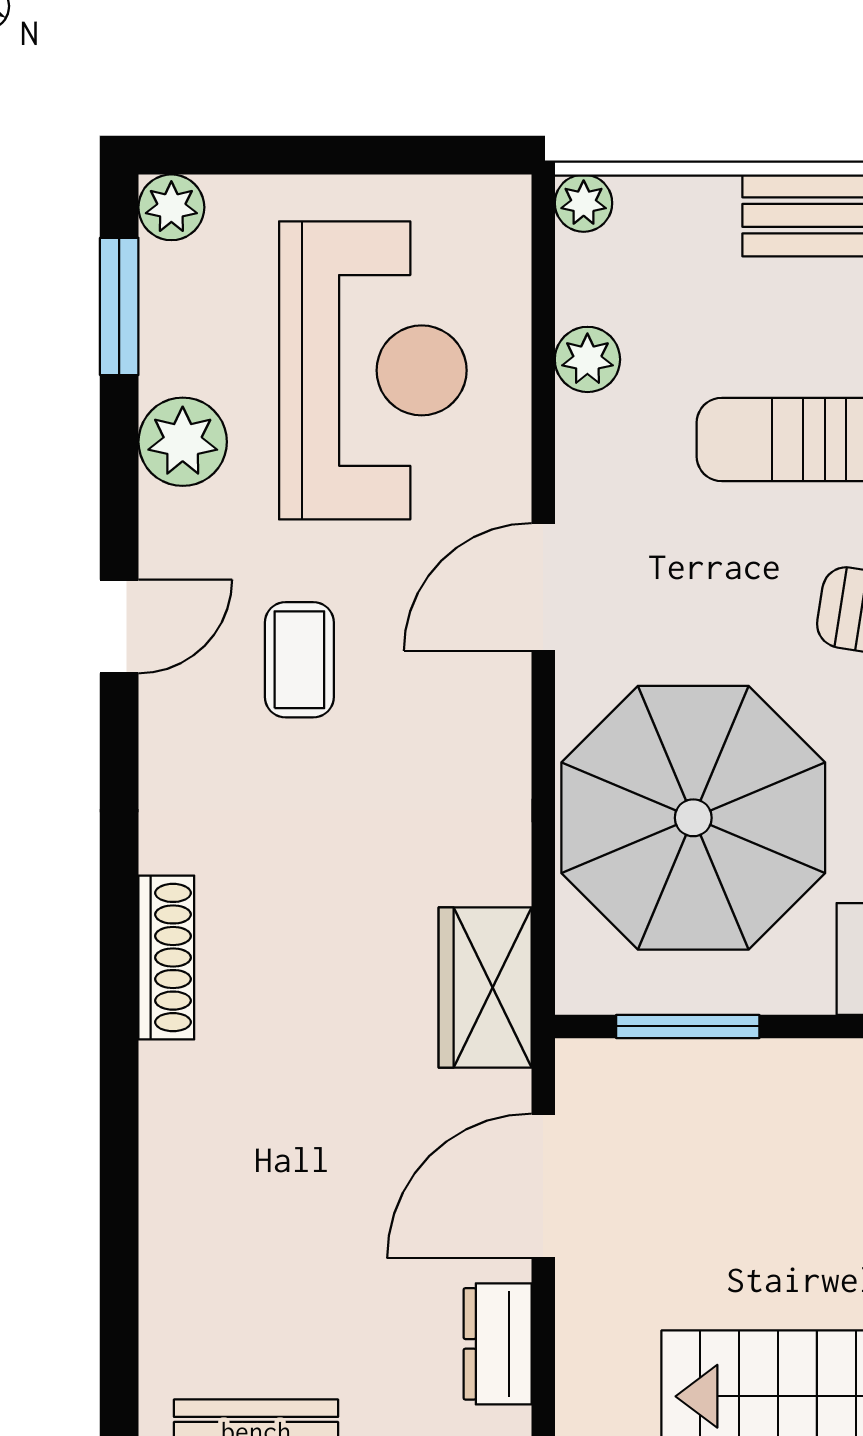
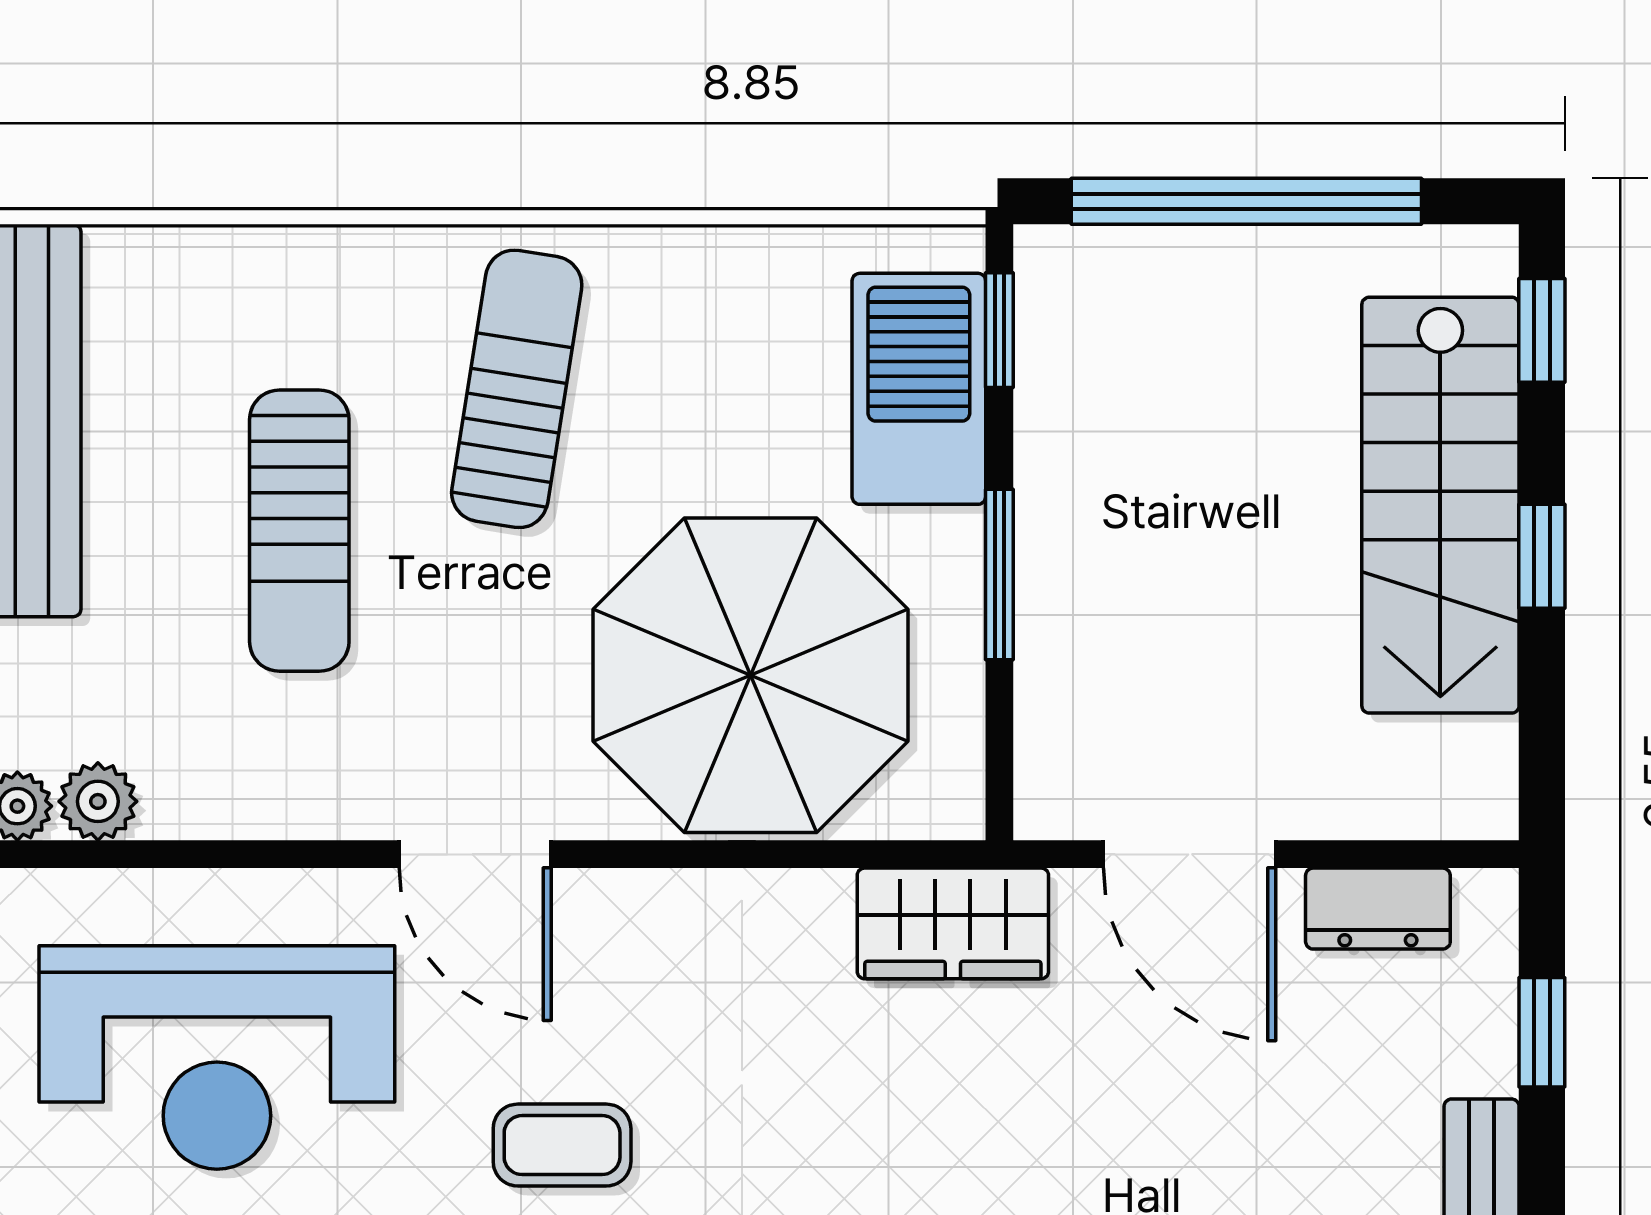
plant: (587, 359) -> (98, 801), moved
reception desk: (373, 370) -> (217, 1057), turned 180
window: (688, 1026) -> (999, 575), moved

